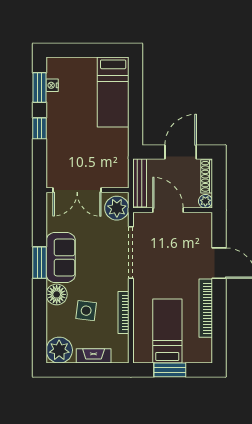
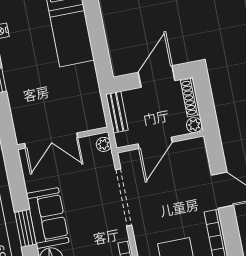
bench: (140, 183) -> (117, 112), width x0.73
plant: (117, 208) -> (104, 144), width x0.53, depth x0.53
door: (168, 210) -> (155, 143), swing flipped

